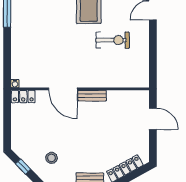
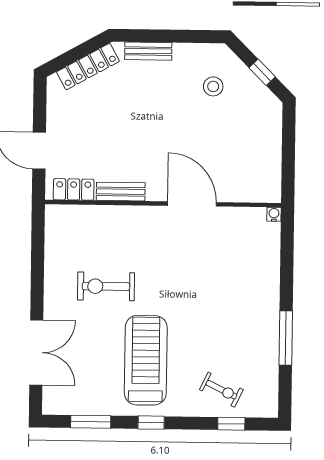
bench: (92, 96) -> (121, 192), moved
locker: (23, 97) -> (74, 189), moved

